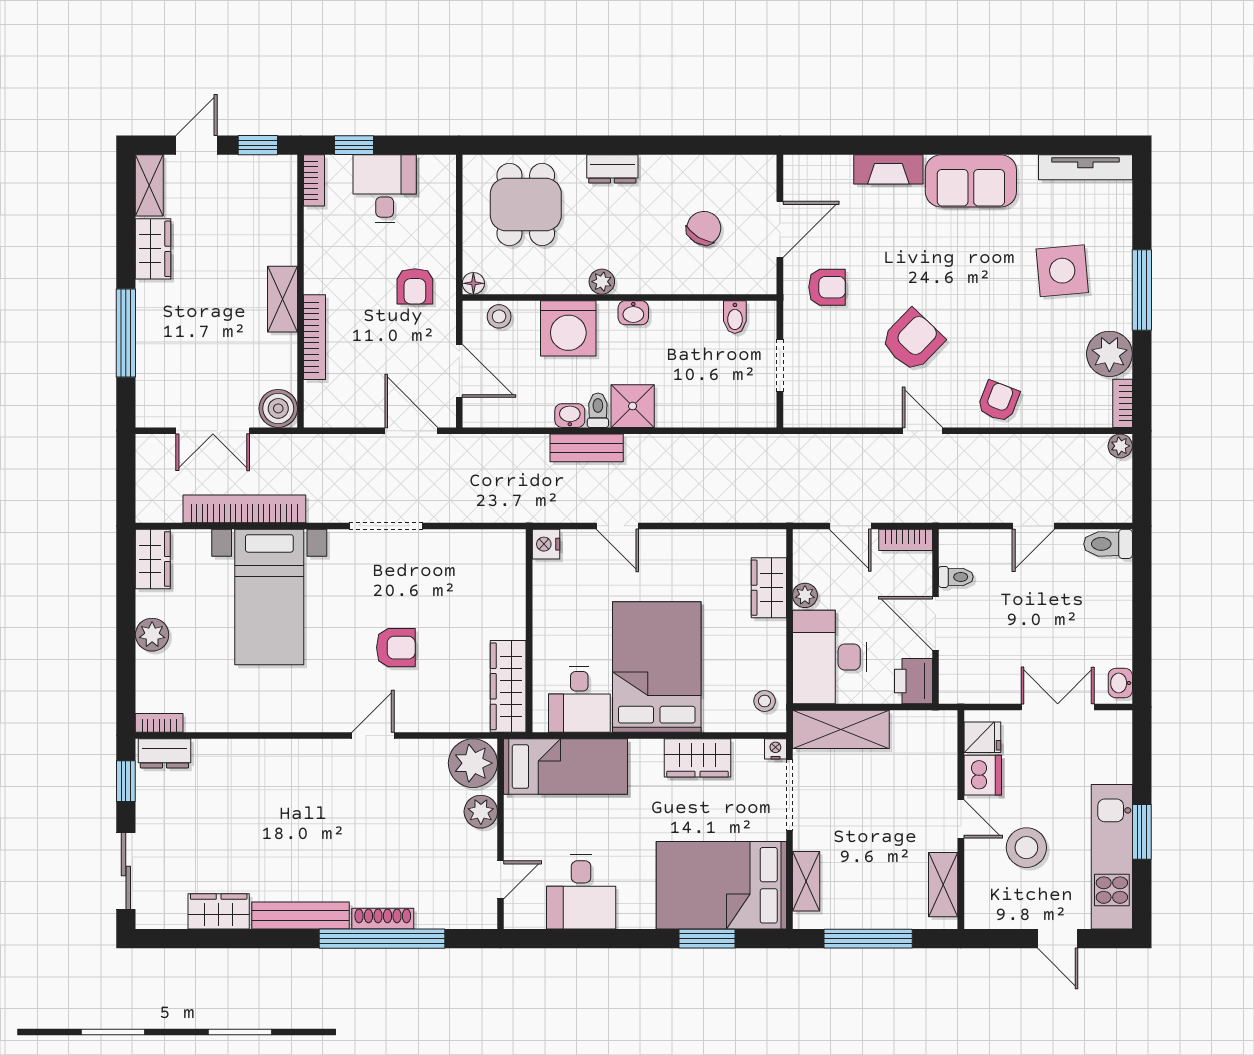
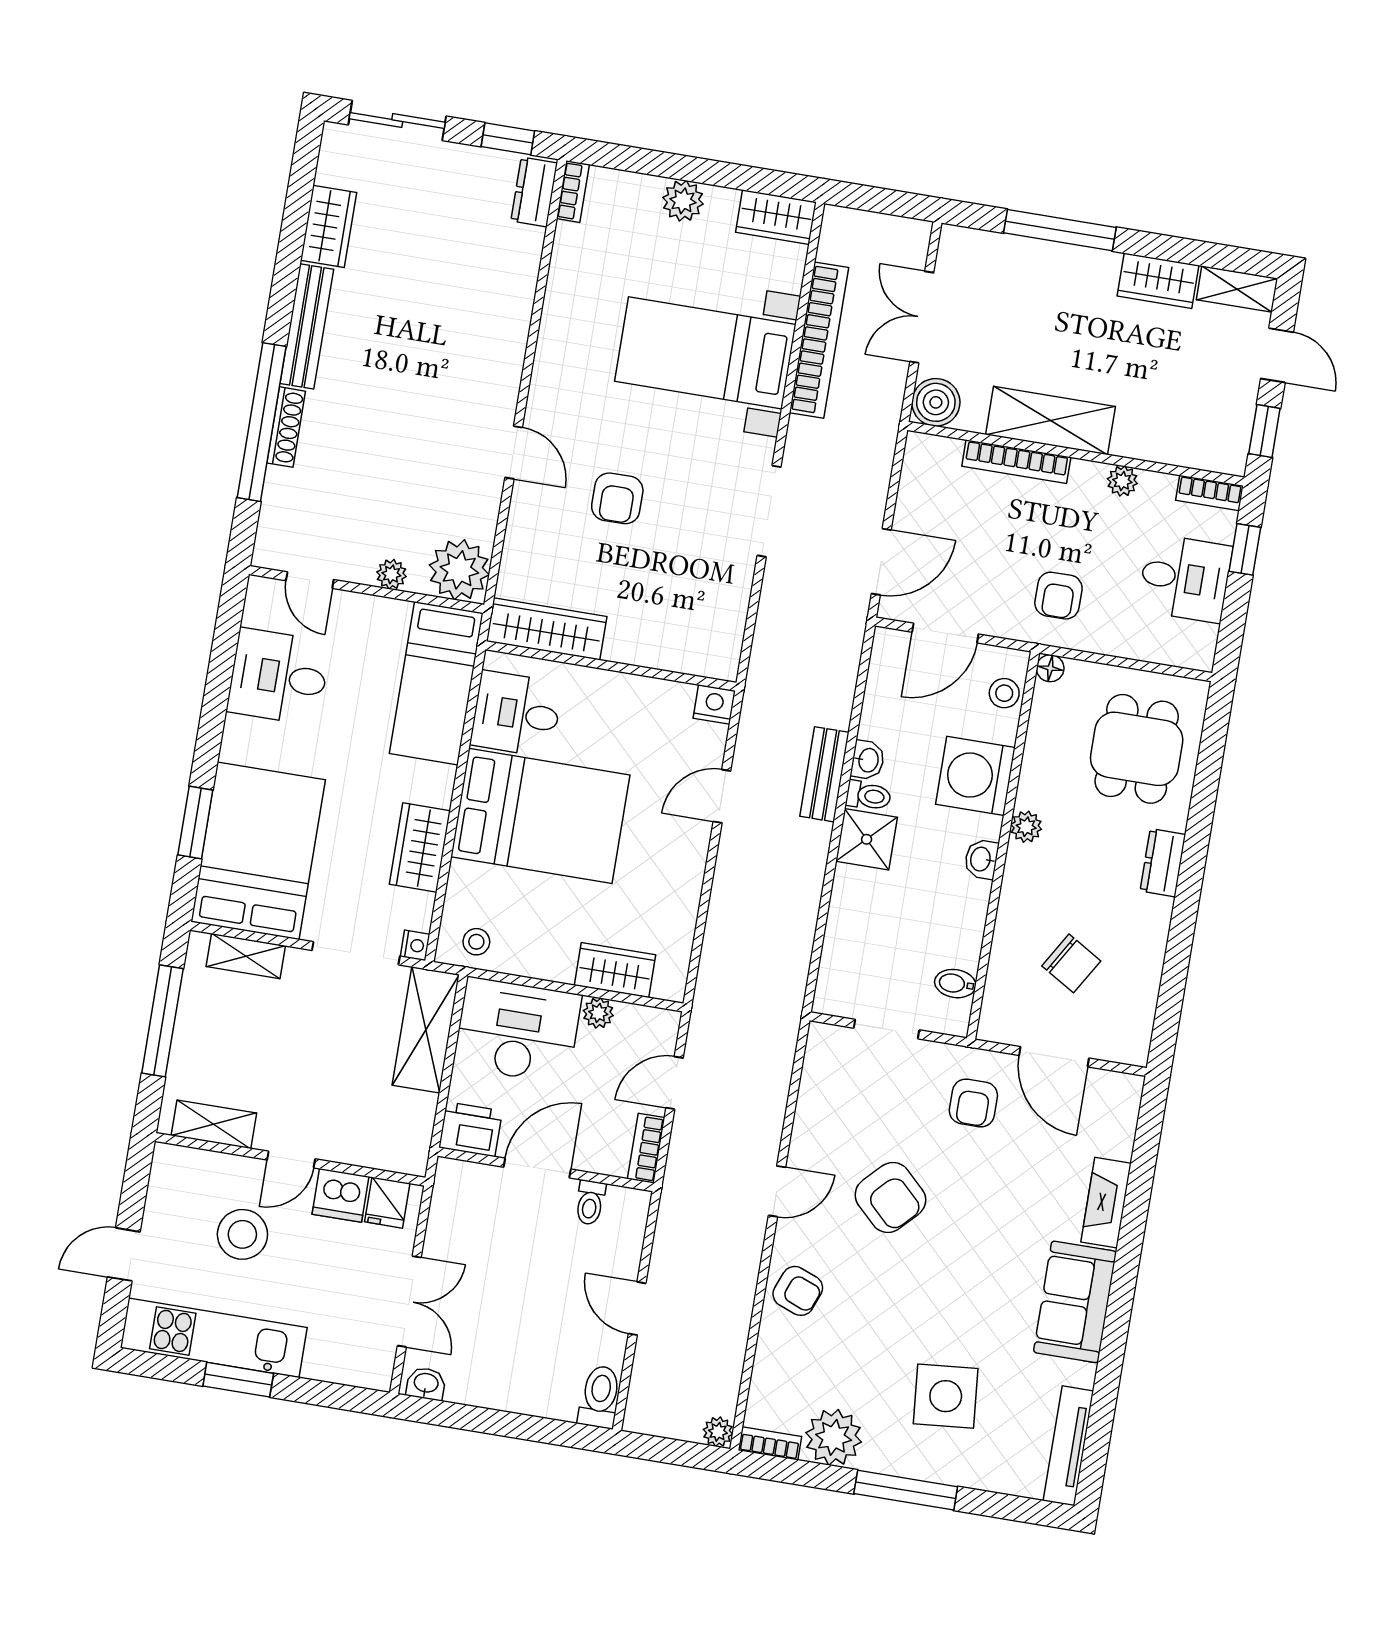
dining table: (526, 204) -> (1137, 749), turned 90
plant: (316, 251) -> (1122, 481), added
armchair: (415, 286) -> (1058, 596), turned -90
shelving: (283, 299) -> (1050, 421), width x1.50, depth x1.33
plant: (481, 812) -> (391, 574), width x0.73, depth x0.73

